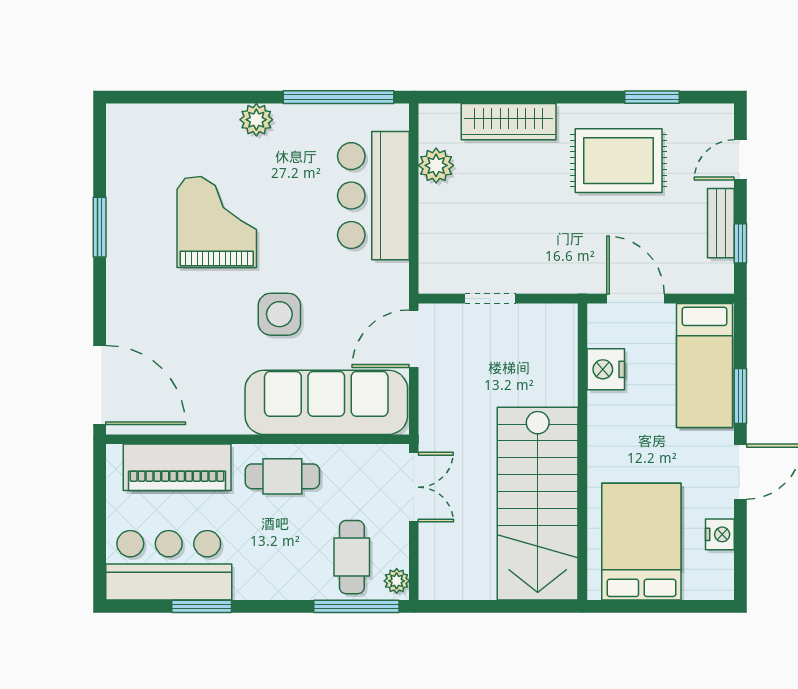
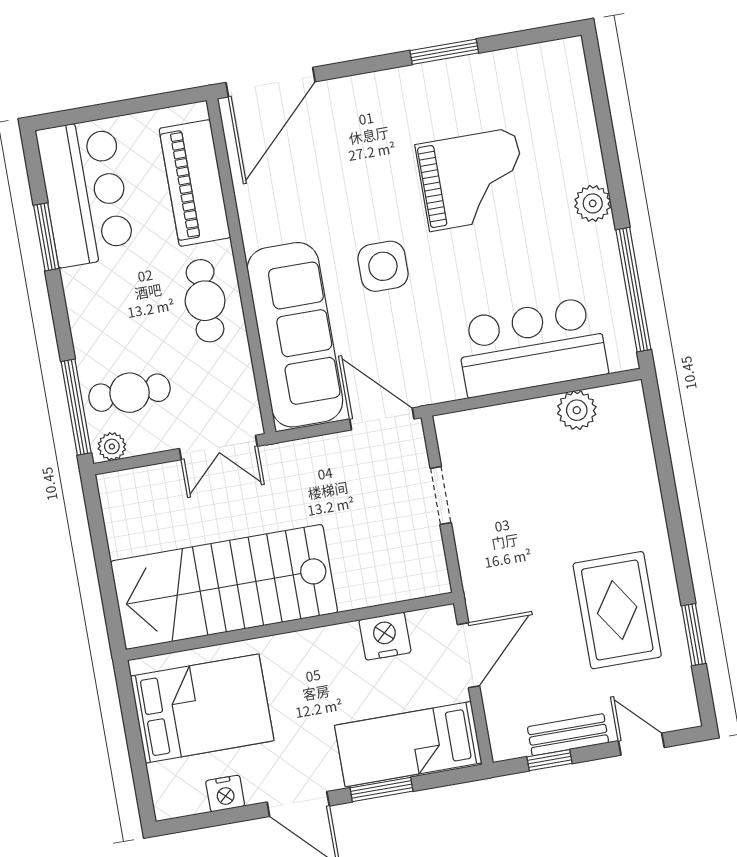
wardrobe: (509, 122) -> (639, 482), removed

